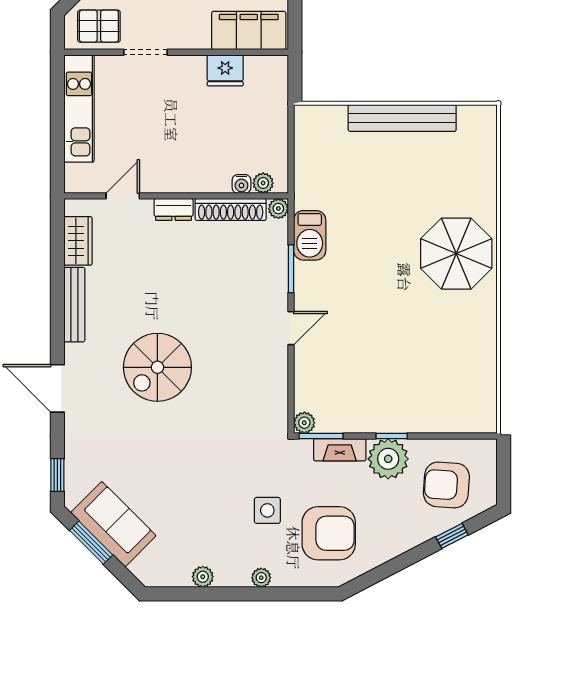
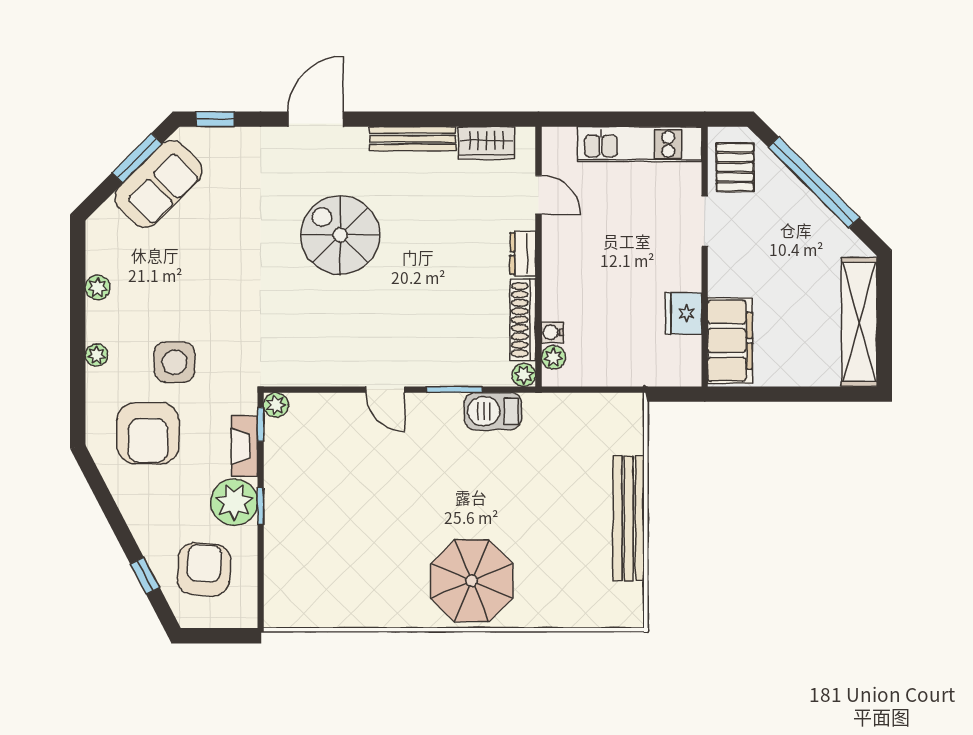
window: (321, 436) -> (261, 424), width x0.67
side table: (267, 510) -> (174, 362), width x1.37, depth x1.37

